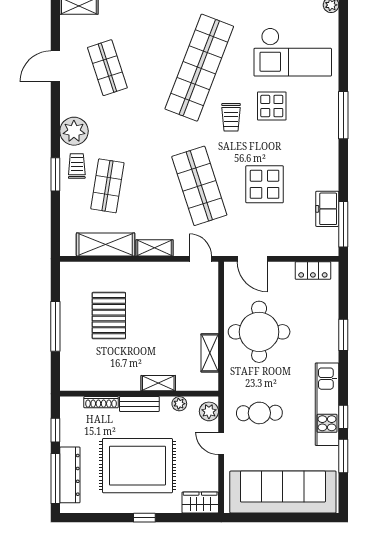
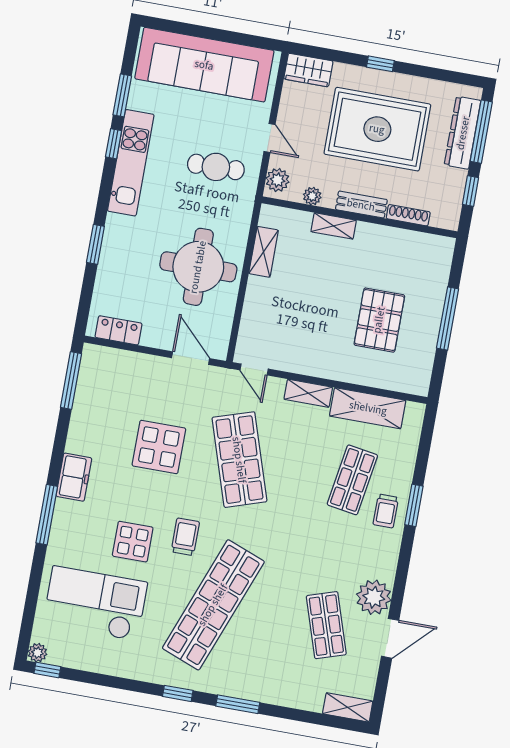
plant: (74, 131) -> (374, 597), moved
freezer: (327, 209) -> (74, 477), moved

